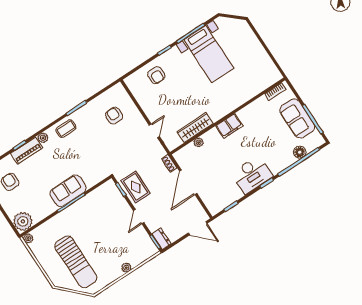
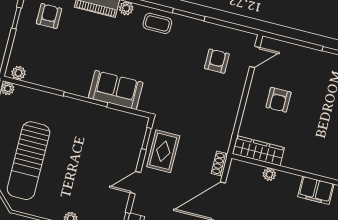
armchair: (156, 75) -> (279, 100), moved
wardrobe: (195, 127) -> (258, 151), moved
door: (154, 131) -> (255, 57), moved
sofa: (68, 191) -> (116, 90), moved
plant: (23, 221) -> (19, 73), width x0.53, depth x0.53

